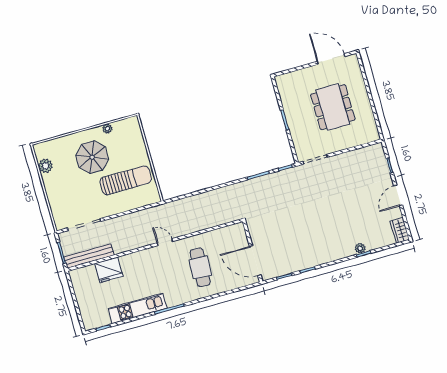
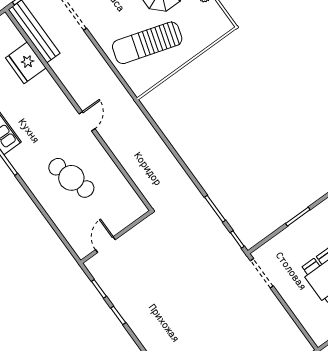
sun lounger: (126, 180) -> (147, 43), turned 107
door: (255, 261) -> (105, 245), width x0.53
cafe table: (200, 267) -> (71, 178), turned 71

